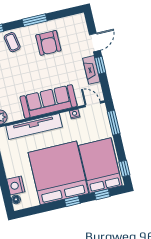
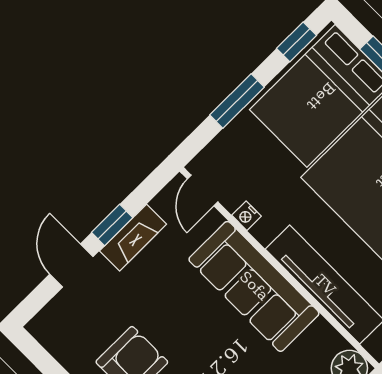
door: (95, 43) -> (71, 265), hinge flipped
window: (114, 123) -> (237, 101), moved

